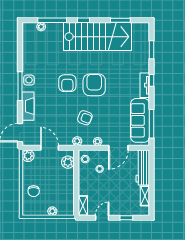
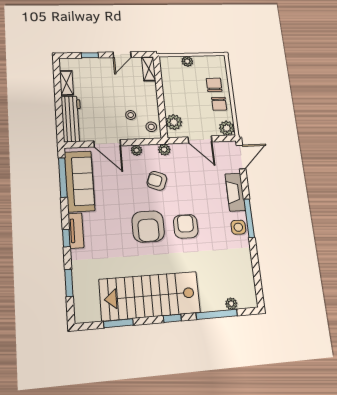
door: (118, 148) -> (107, 143), swing flipped
chair: (32, 176) -> (219, 104), added

